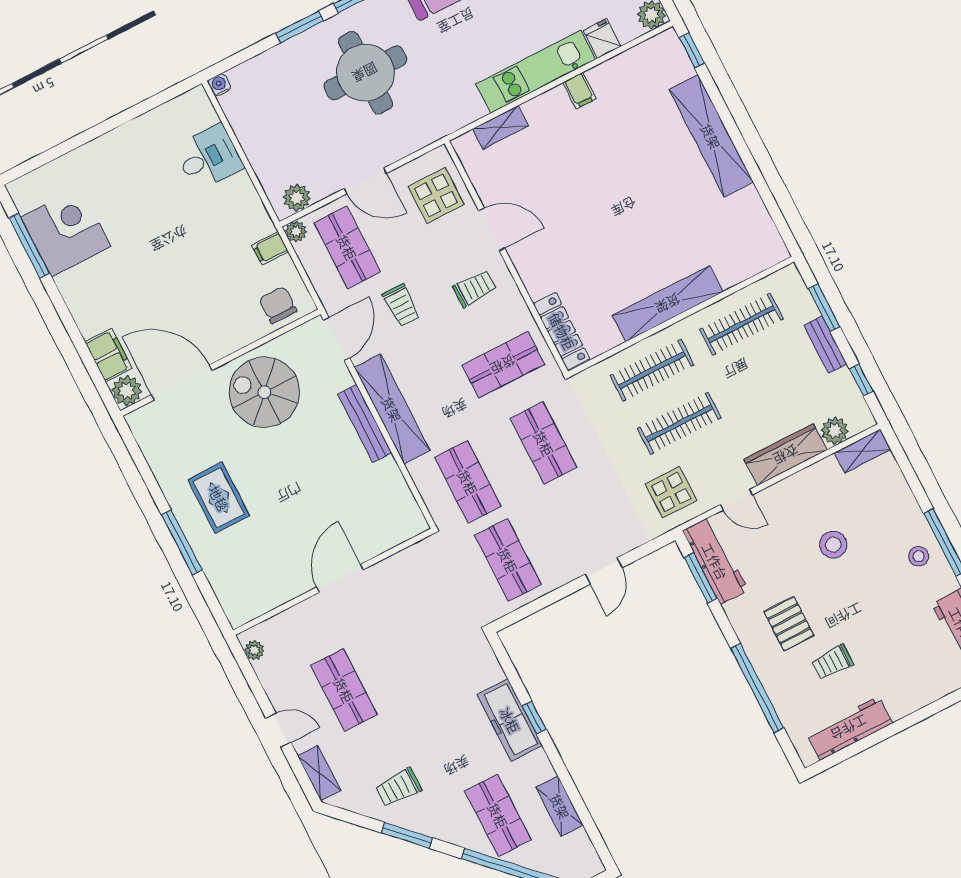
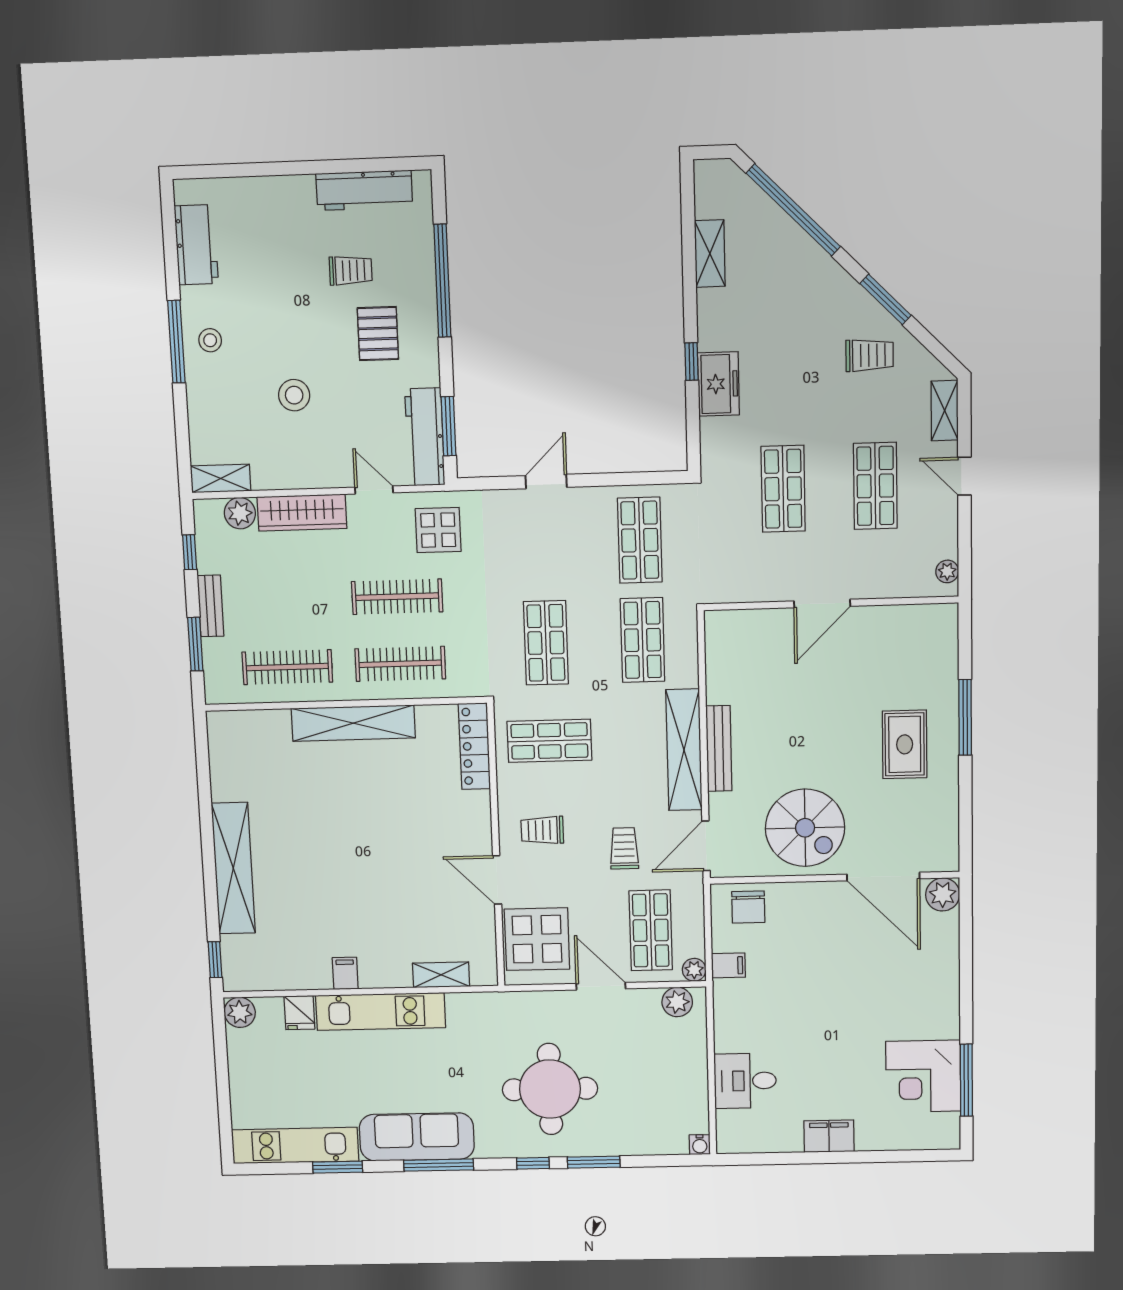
display table: (436, 195) -> (537, 939), width x1.36, depth x1.36
filing cabinet: (108, 355) -> (829, 1136), moved, turned 90
freezer: (510, 720) -> (719, 384), width x0.71
shop shelf: (498, 815) -> (783, 489), moved

